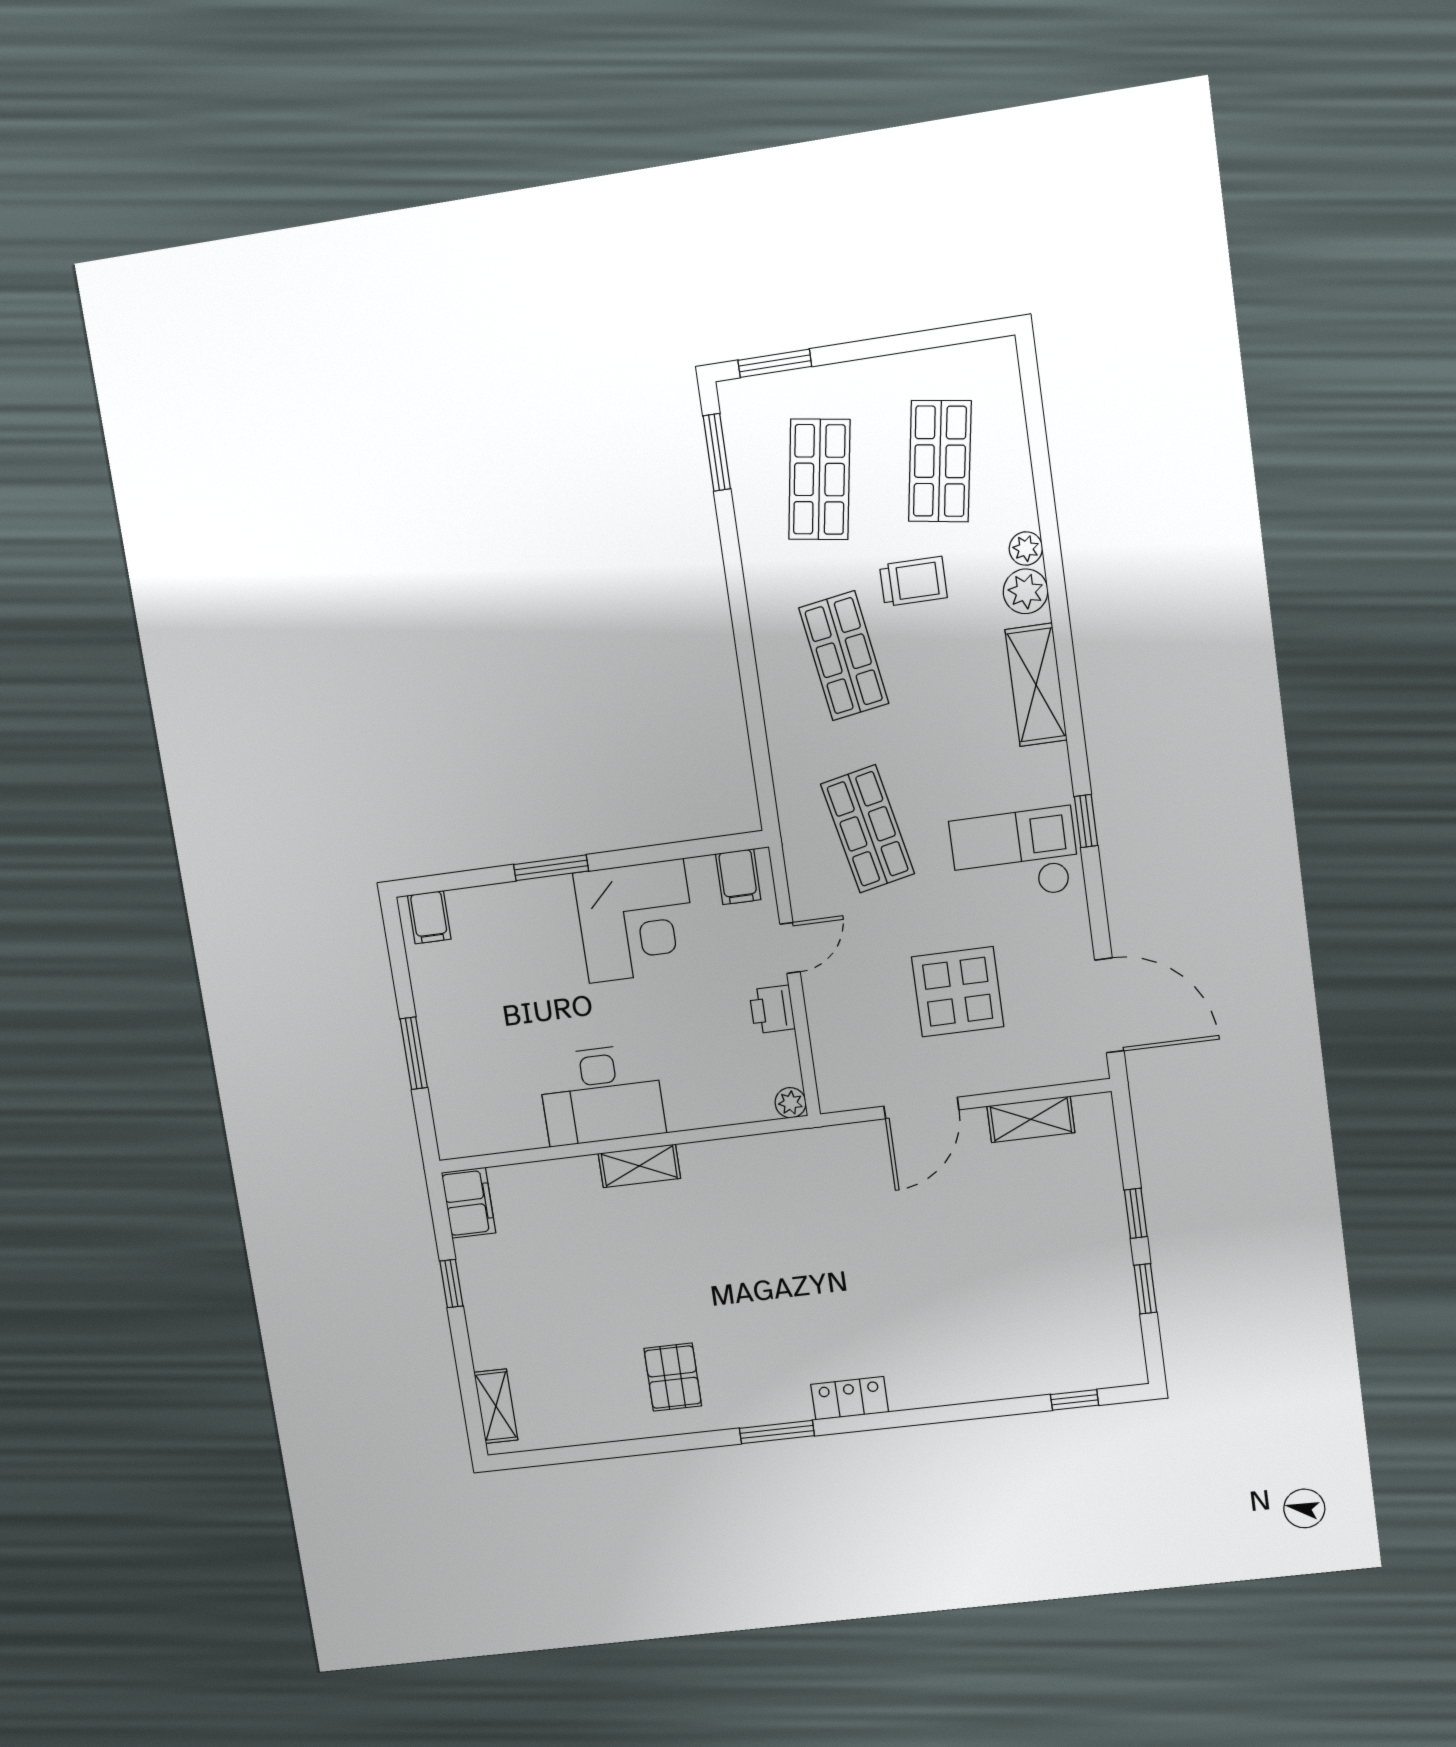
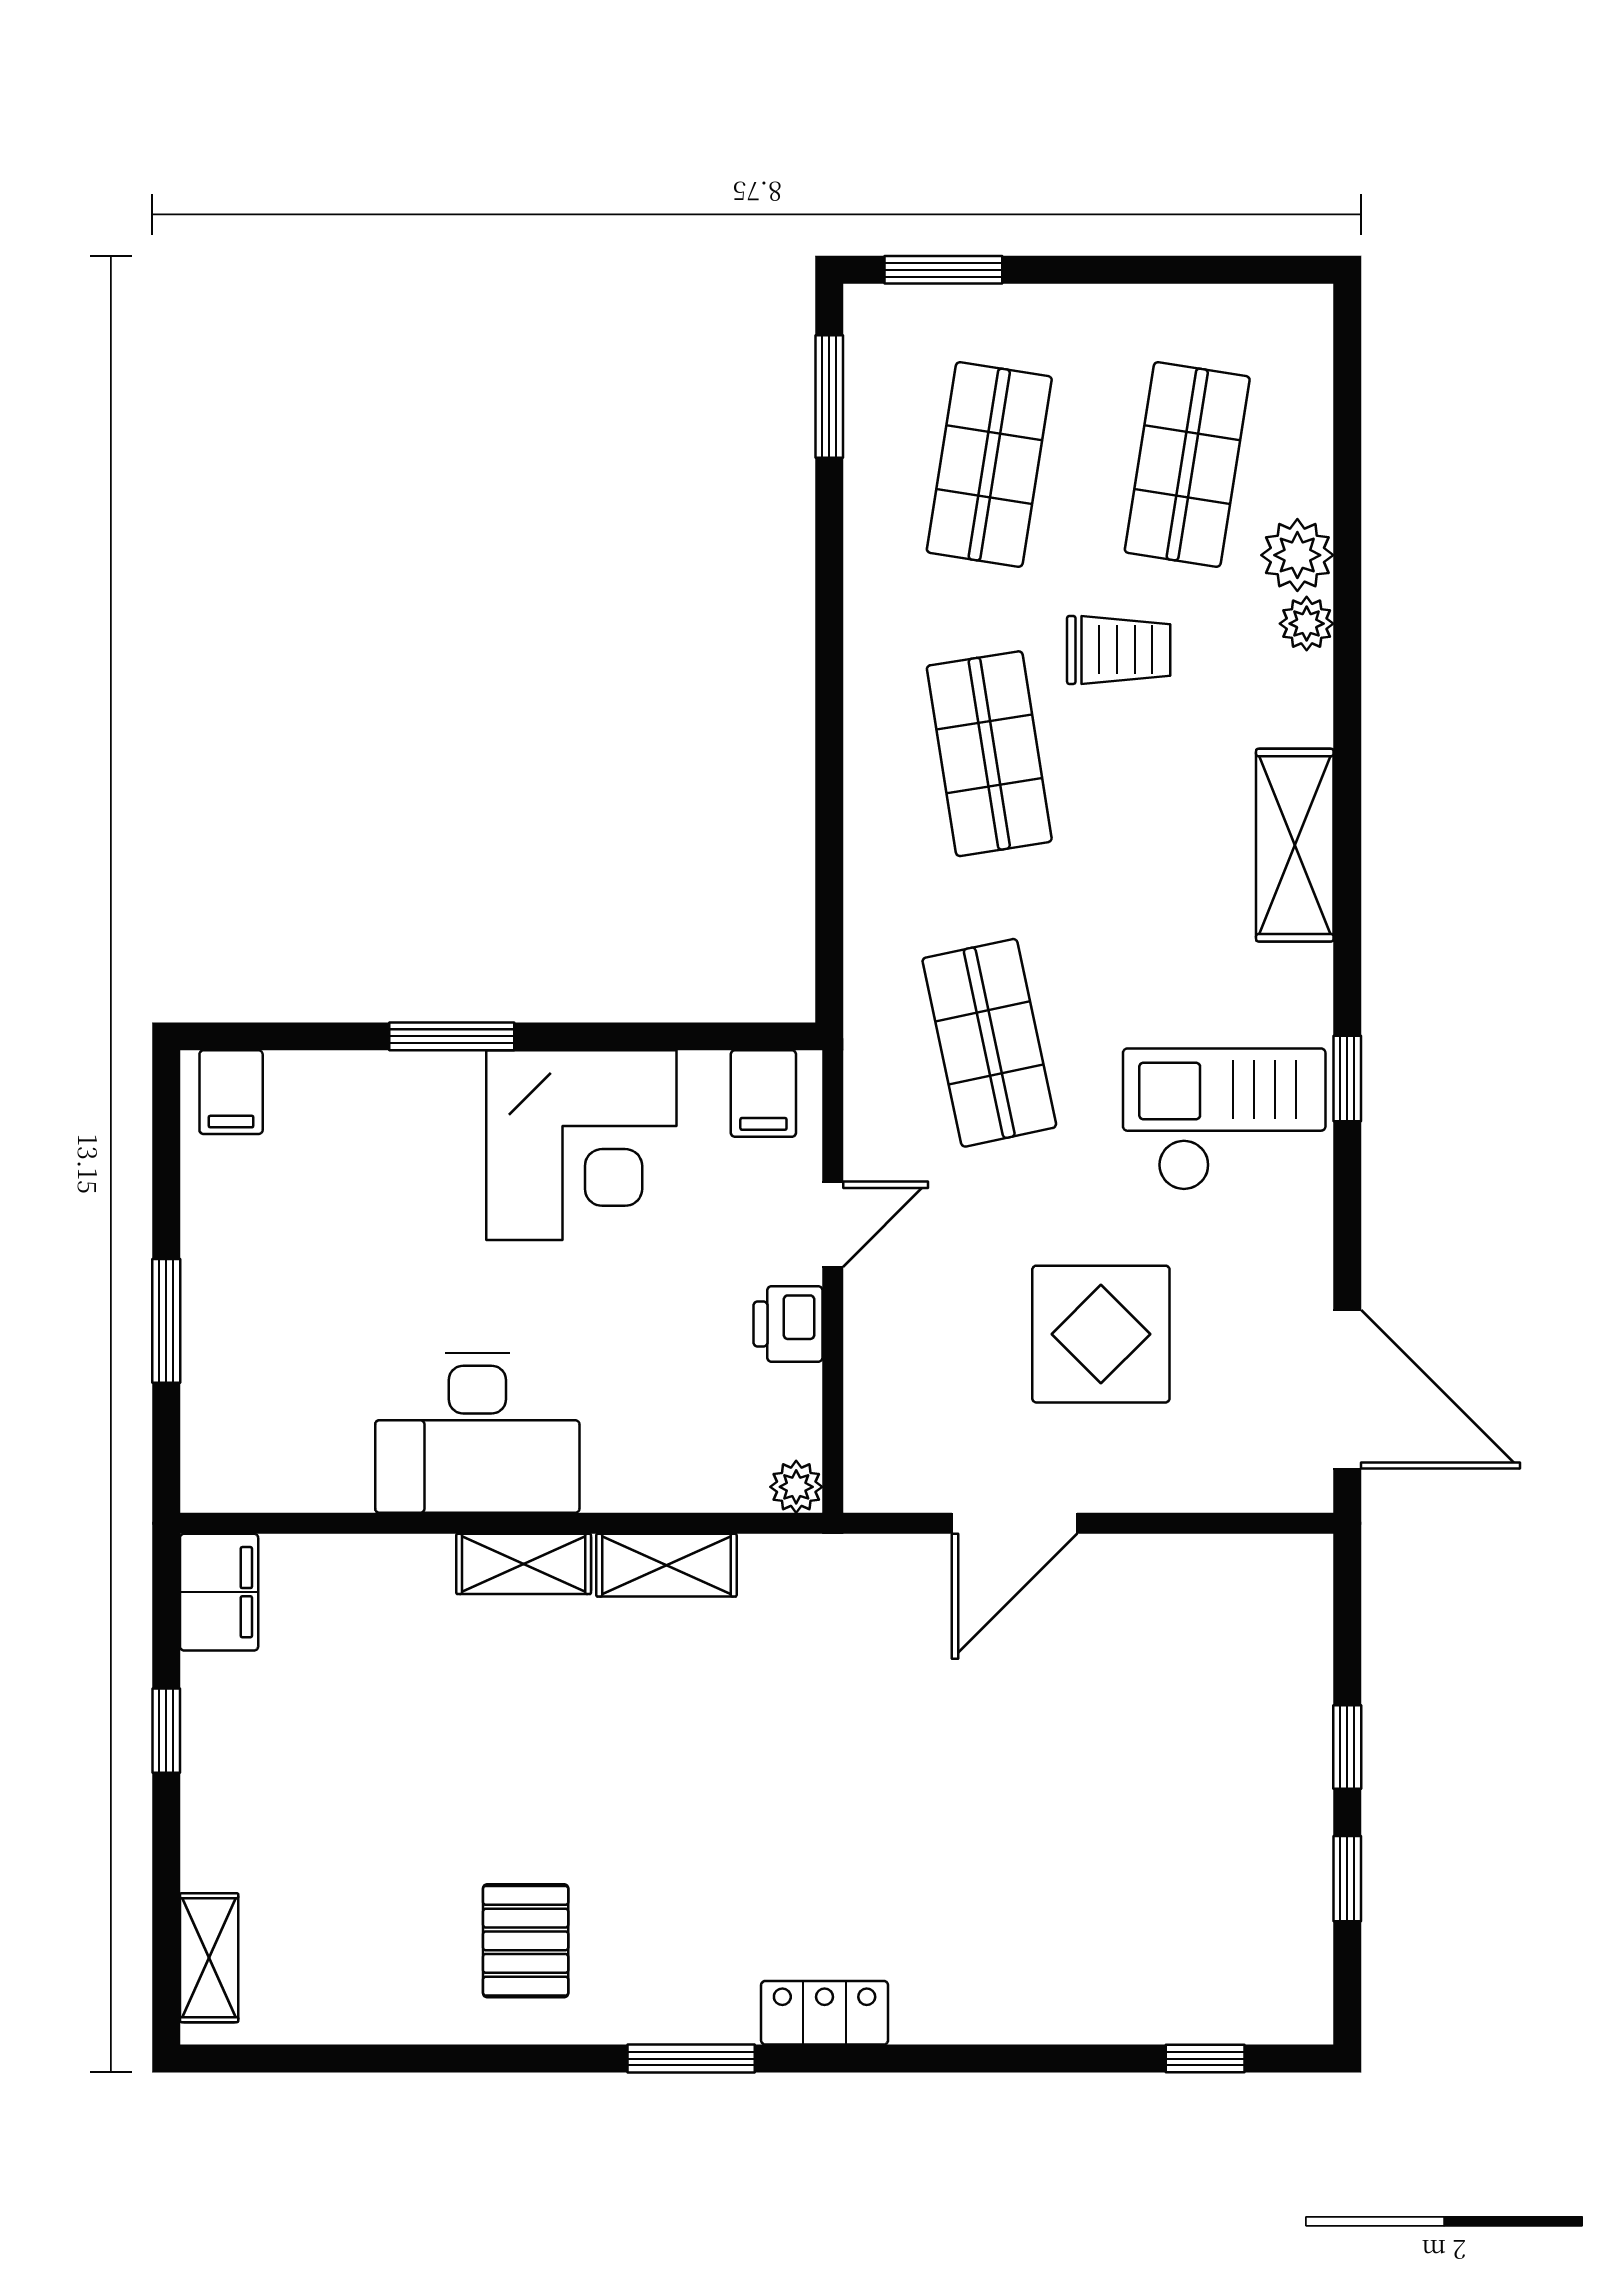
plant: (1026, 591) -> (1297, 555), moved
shelving: (1031, 1119) -> (666, 1565), moved

